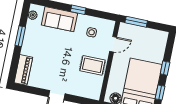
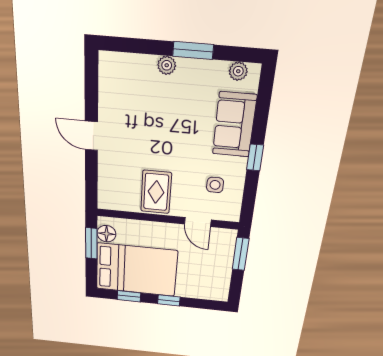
plant: (26, 50) -> (167, 65), added
piano: (23, 70) -> (127, 66), removed

